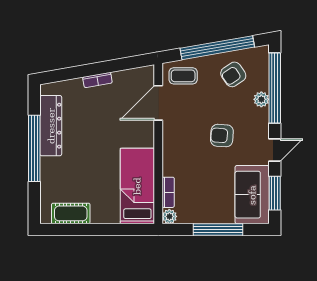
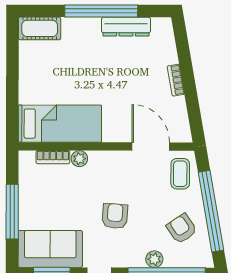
dresser: (51, 126) -> (126, 27), width x0.73, depth x0.80
cot: (71, 213) -> (40, 28), moved, turned 90
plant: (169, 216) -> (79, 159), moved

